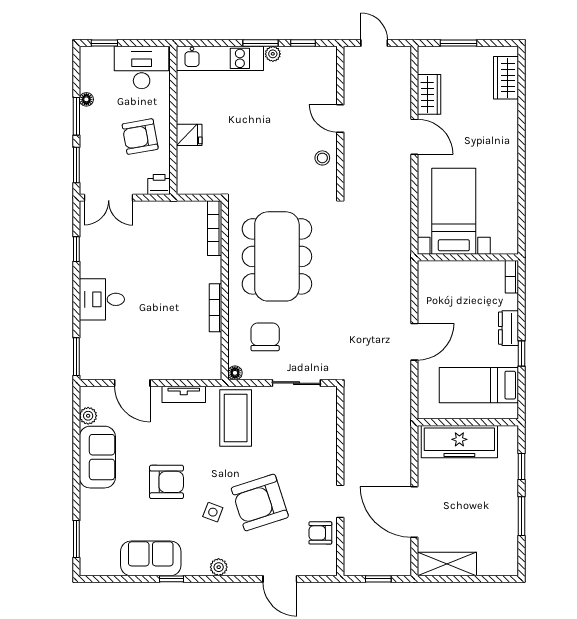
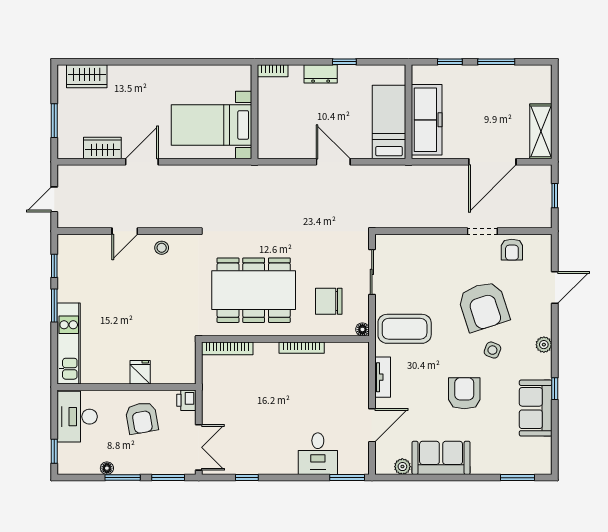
plant: (273, 54) -> (64, 294), removed
desk: (102, 299) -> (318, 454), moved
bed: (479, 385) -> (389, 122), moved, turned 180

